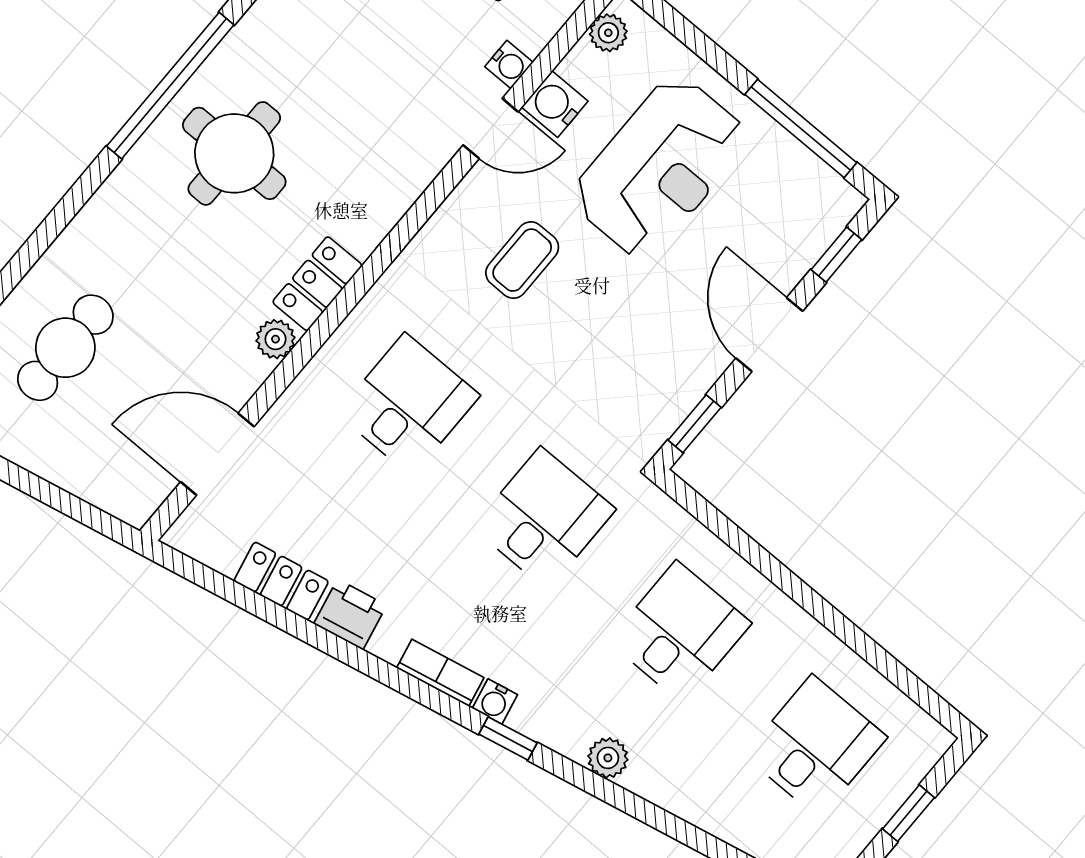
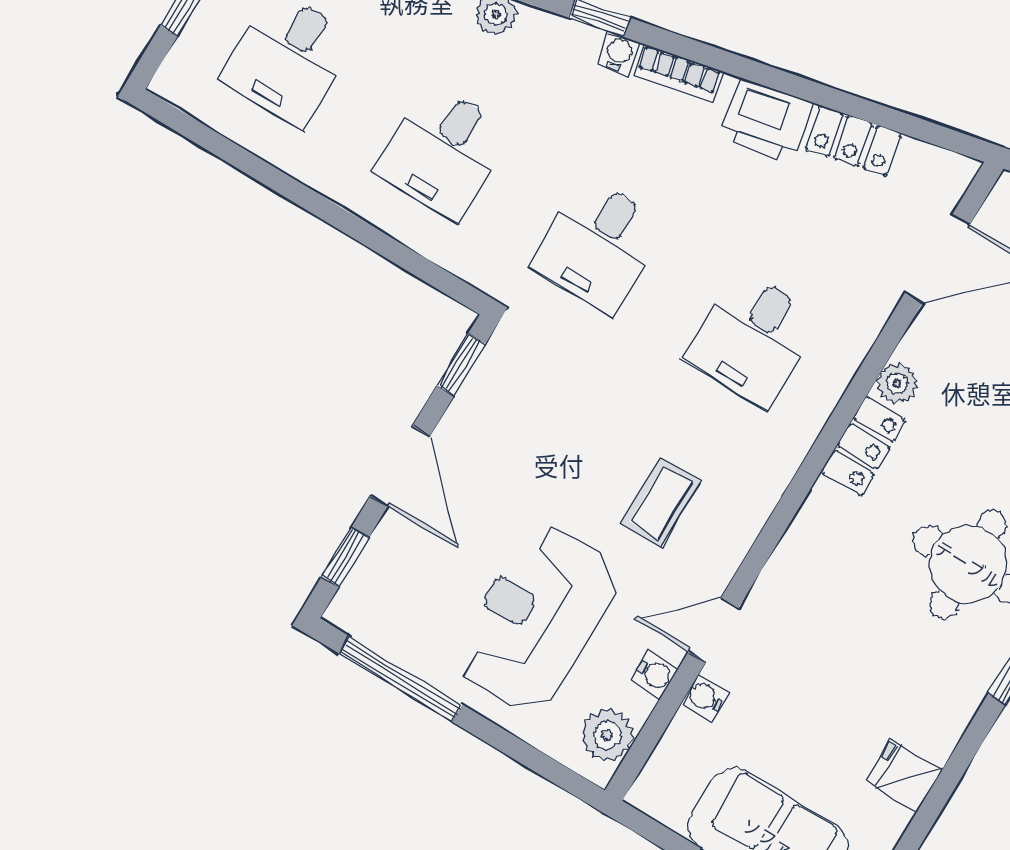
plant: (608, 33) -> (607, 735), width x1.38, depth x1.38
water cooler: (555, 104) -> (655, 674), width x0.72, depth x0.72
printer: (350, 615) -> (766, 120), width x1.36, depth x1.24

